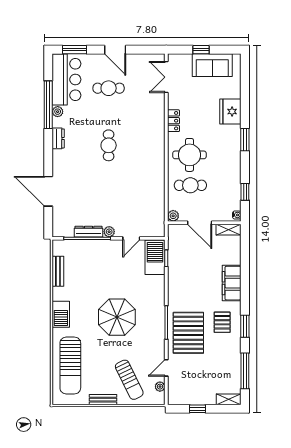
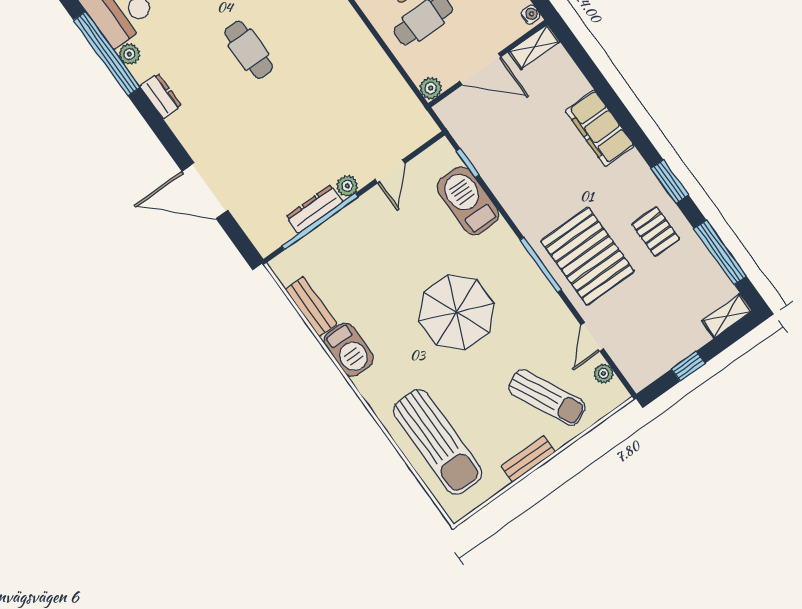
barbecue: (155, 257) -> (468, 201), moved
barbecue: (61, 314) -> (349, 350), moved
pallet: (222, 322) -> (656, 232), moved

